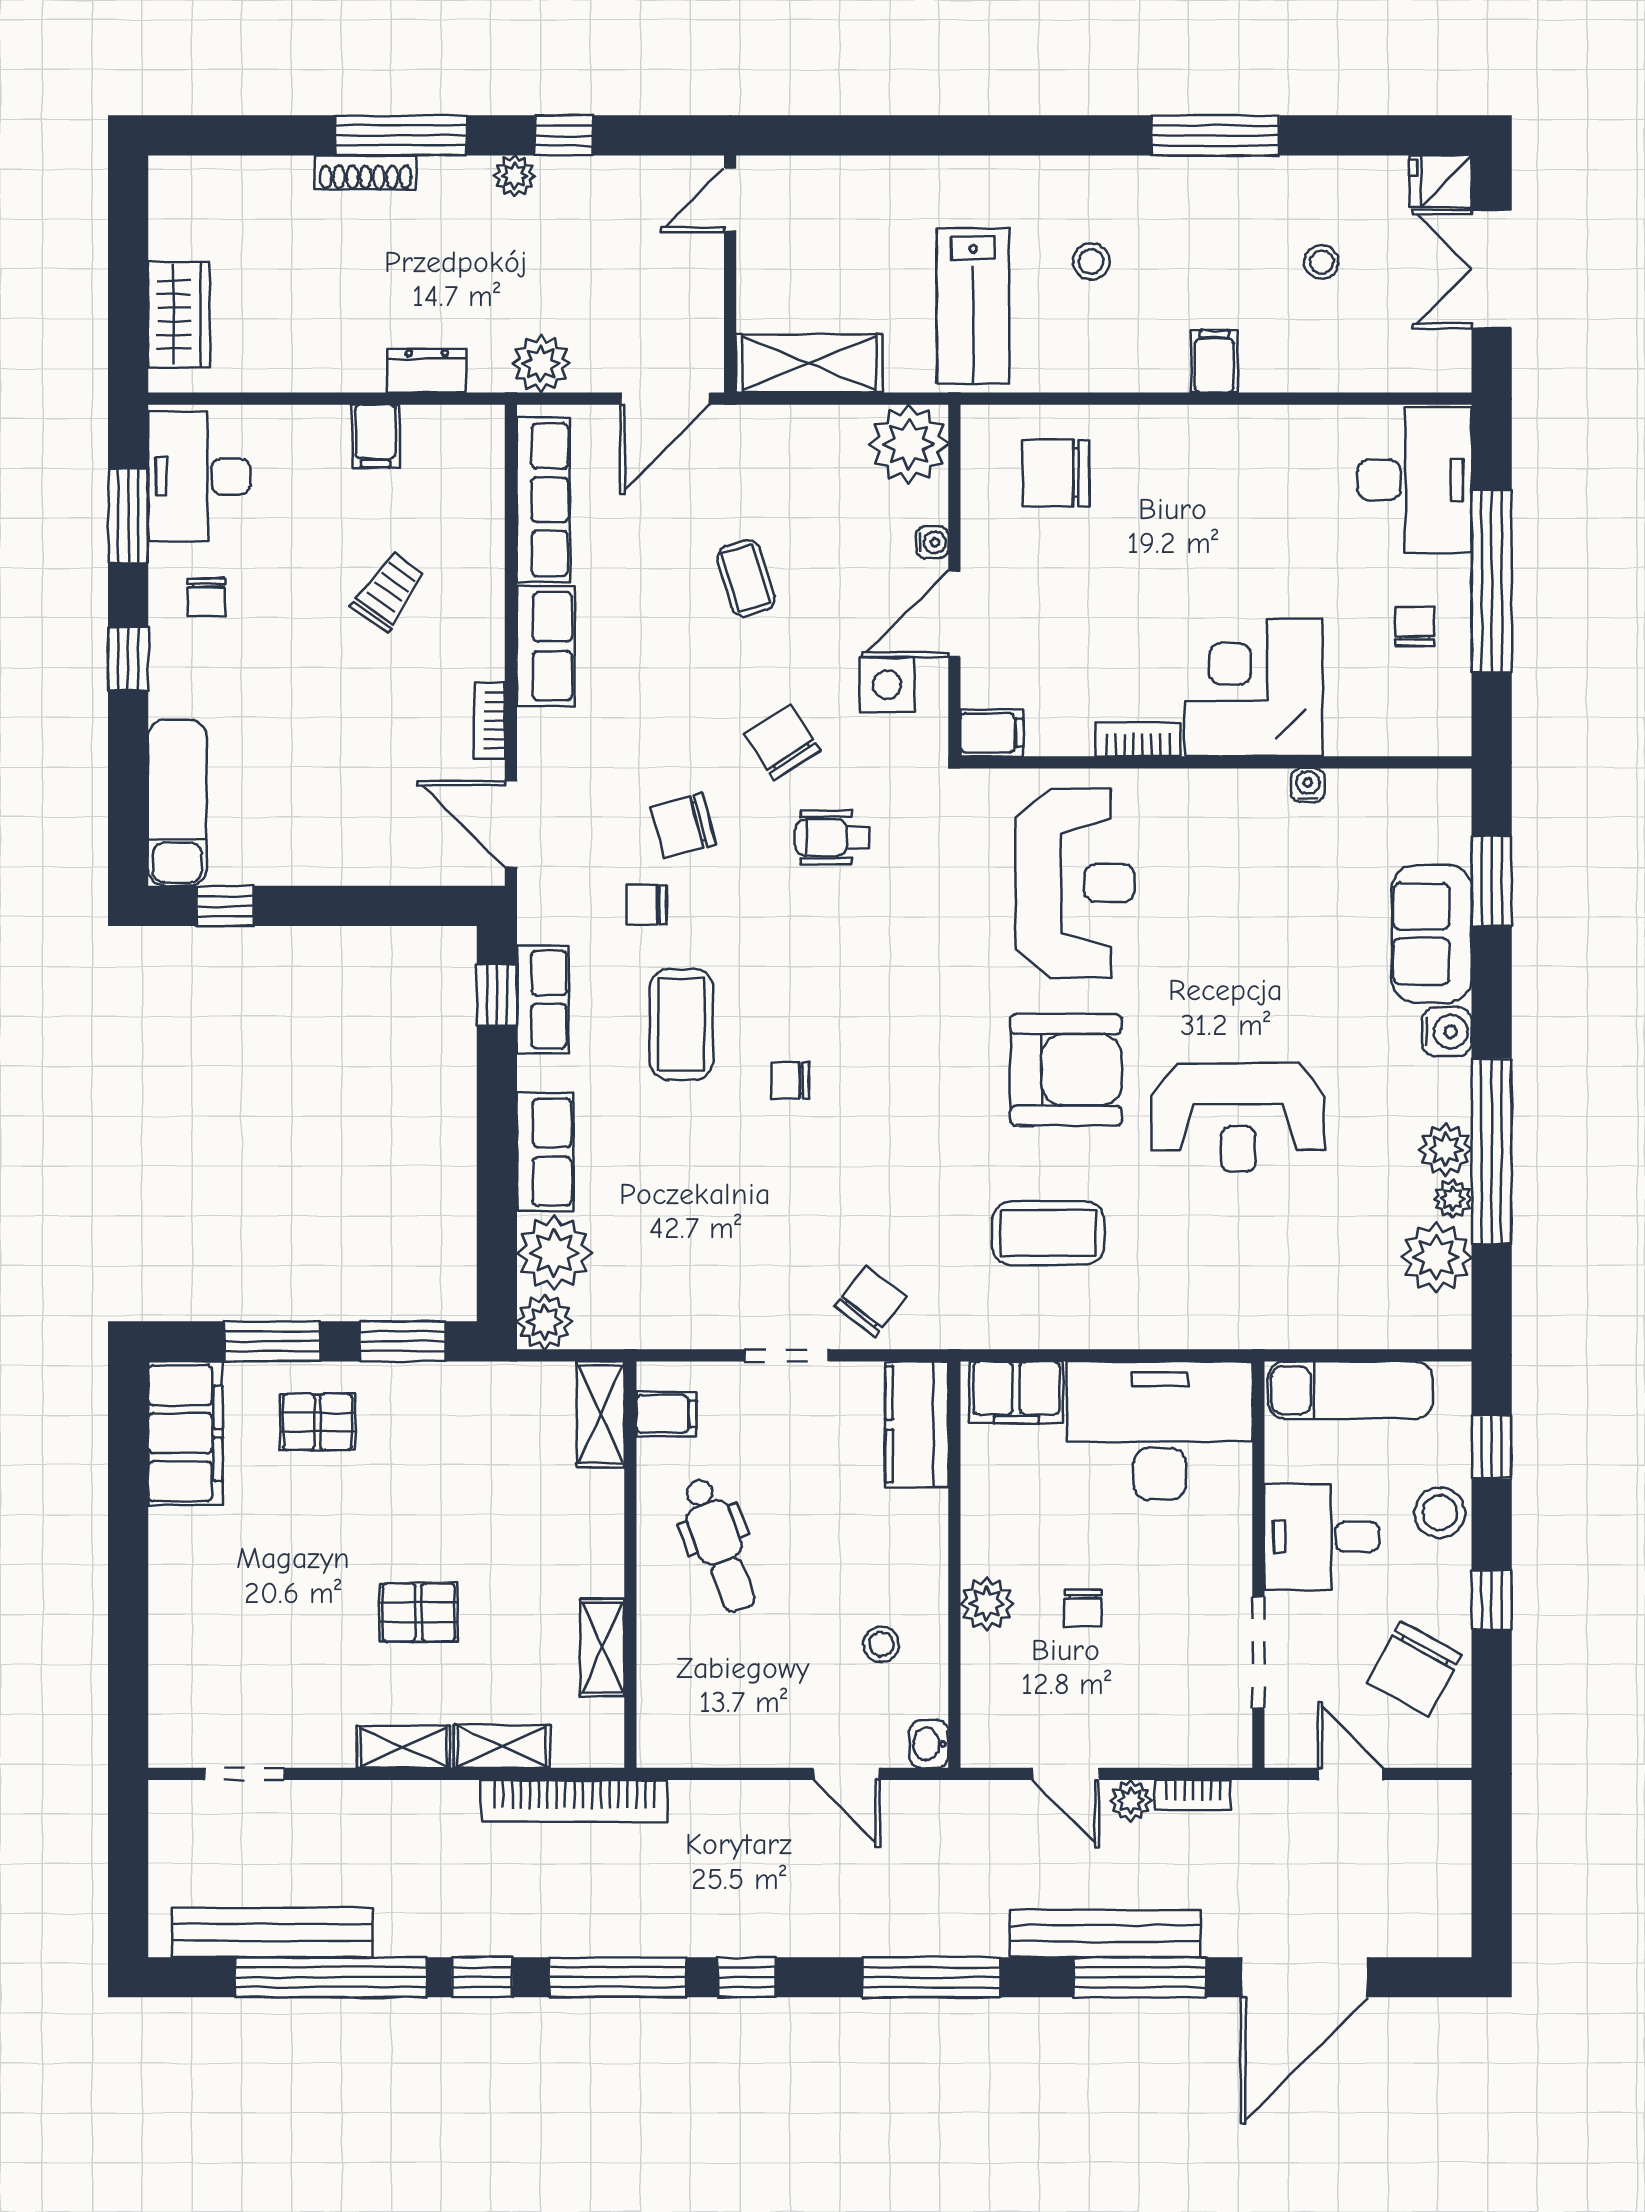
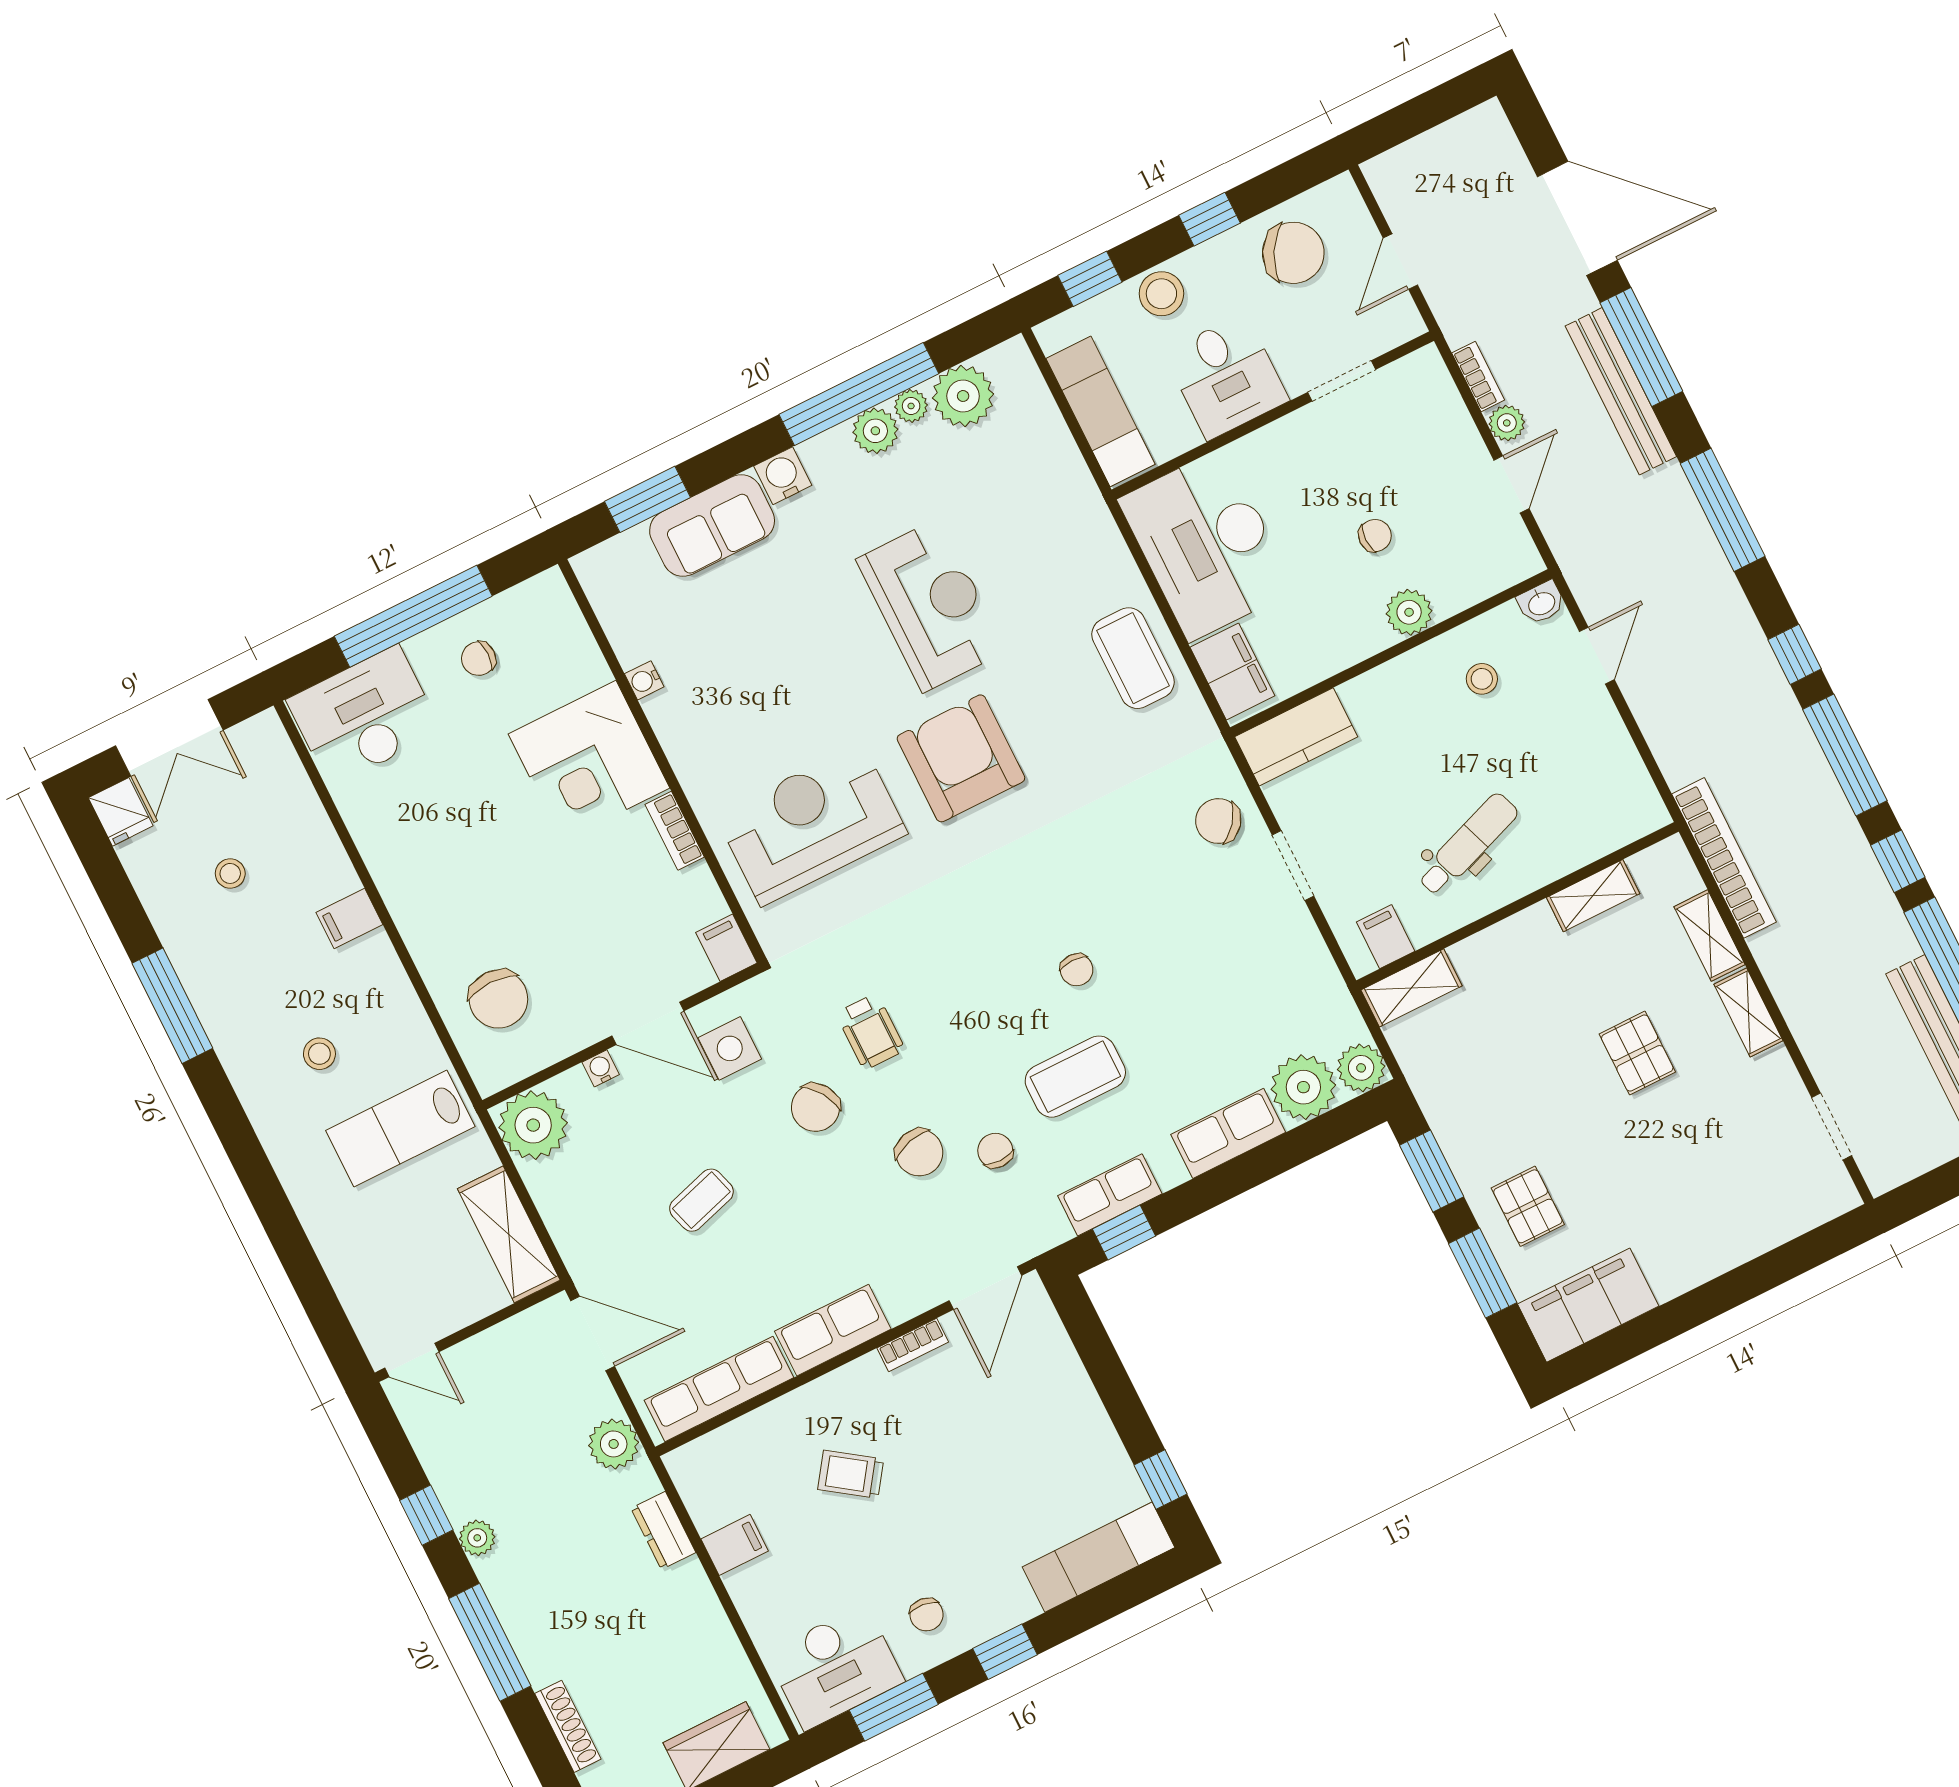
shoe rack: (366, 173) -> (568, 1726), moved
lab bench: (973, 306) -> (400, 1129), turned 180
chair: (206, 597) -> (926, 1615), turned 96
chair: (647, 905) -> (995, 1151), turned 180
coffee table: (1048, 1233) -> (1133, 658), moved
doorway: (1258, 1653) -> (1342, 381), width x0.73

